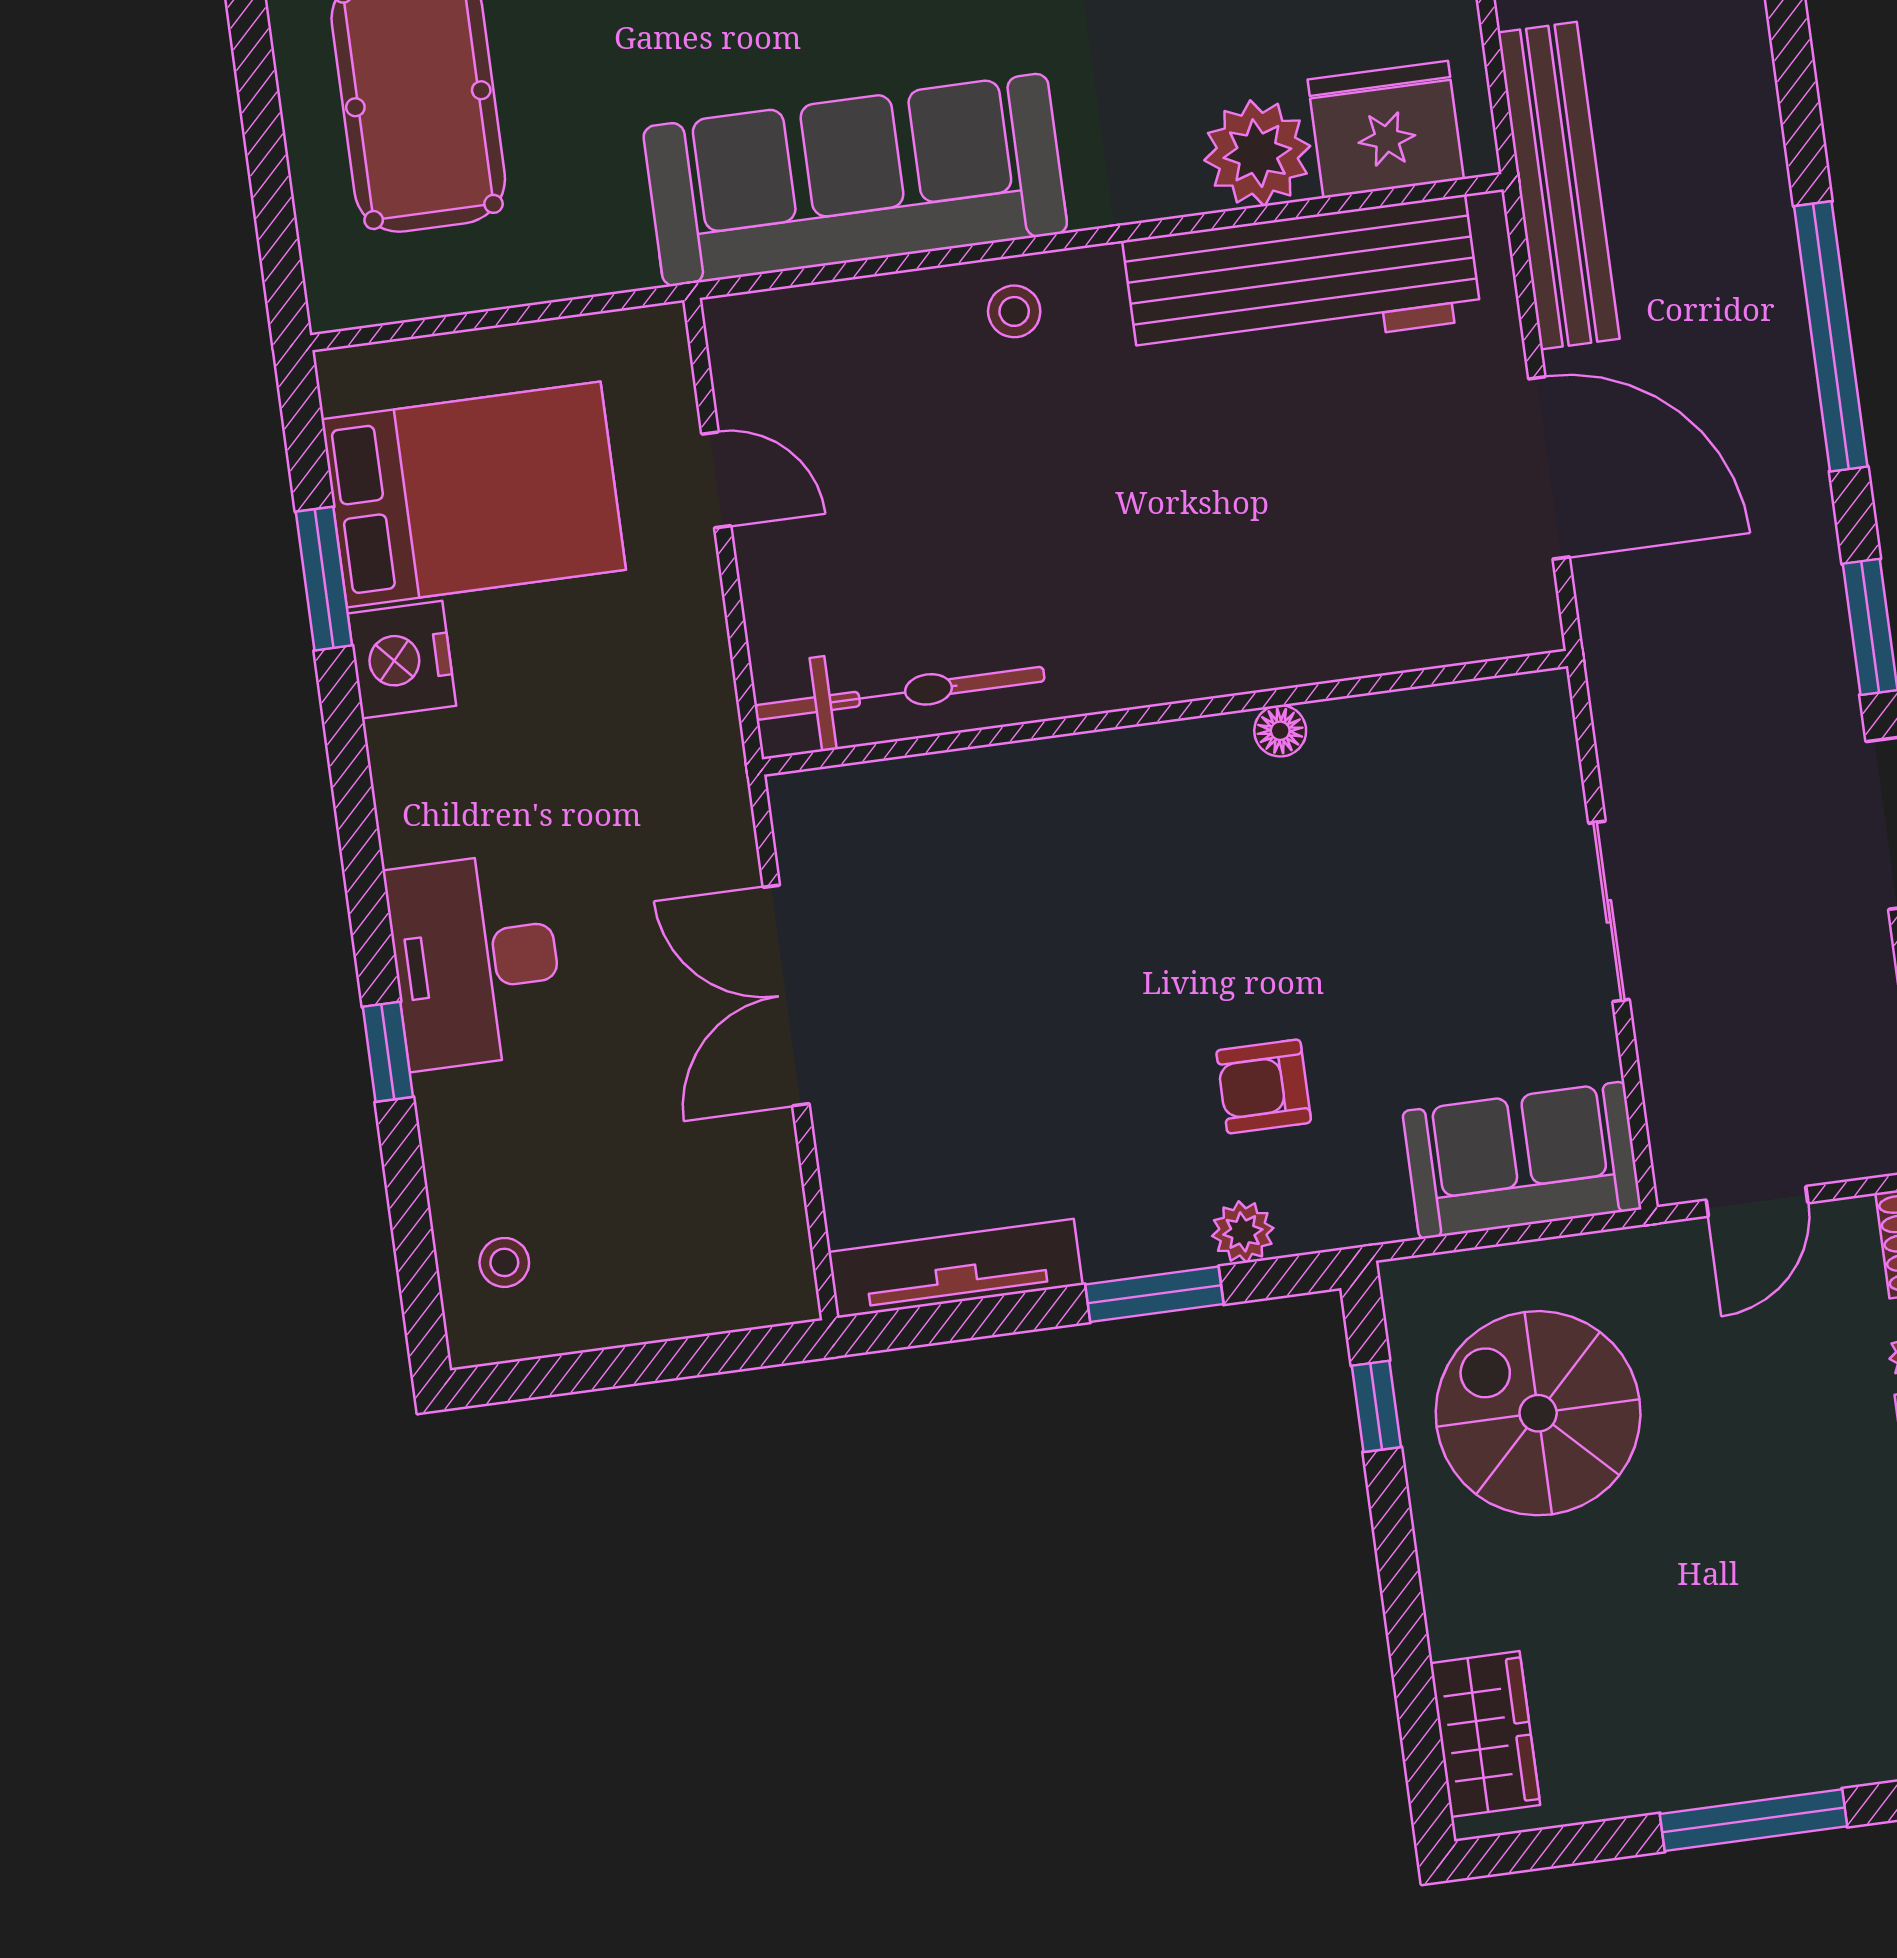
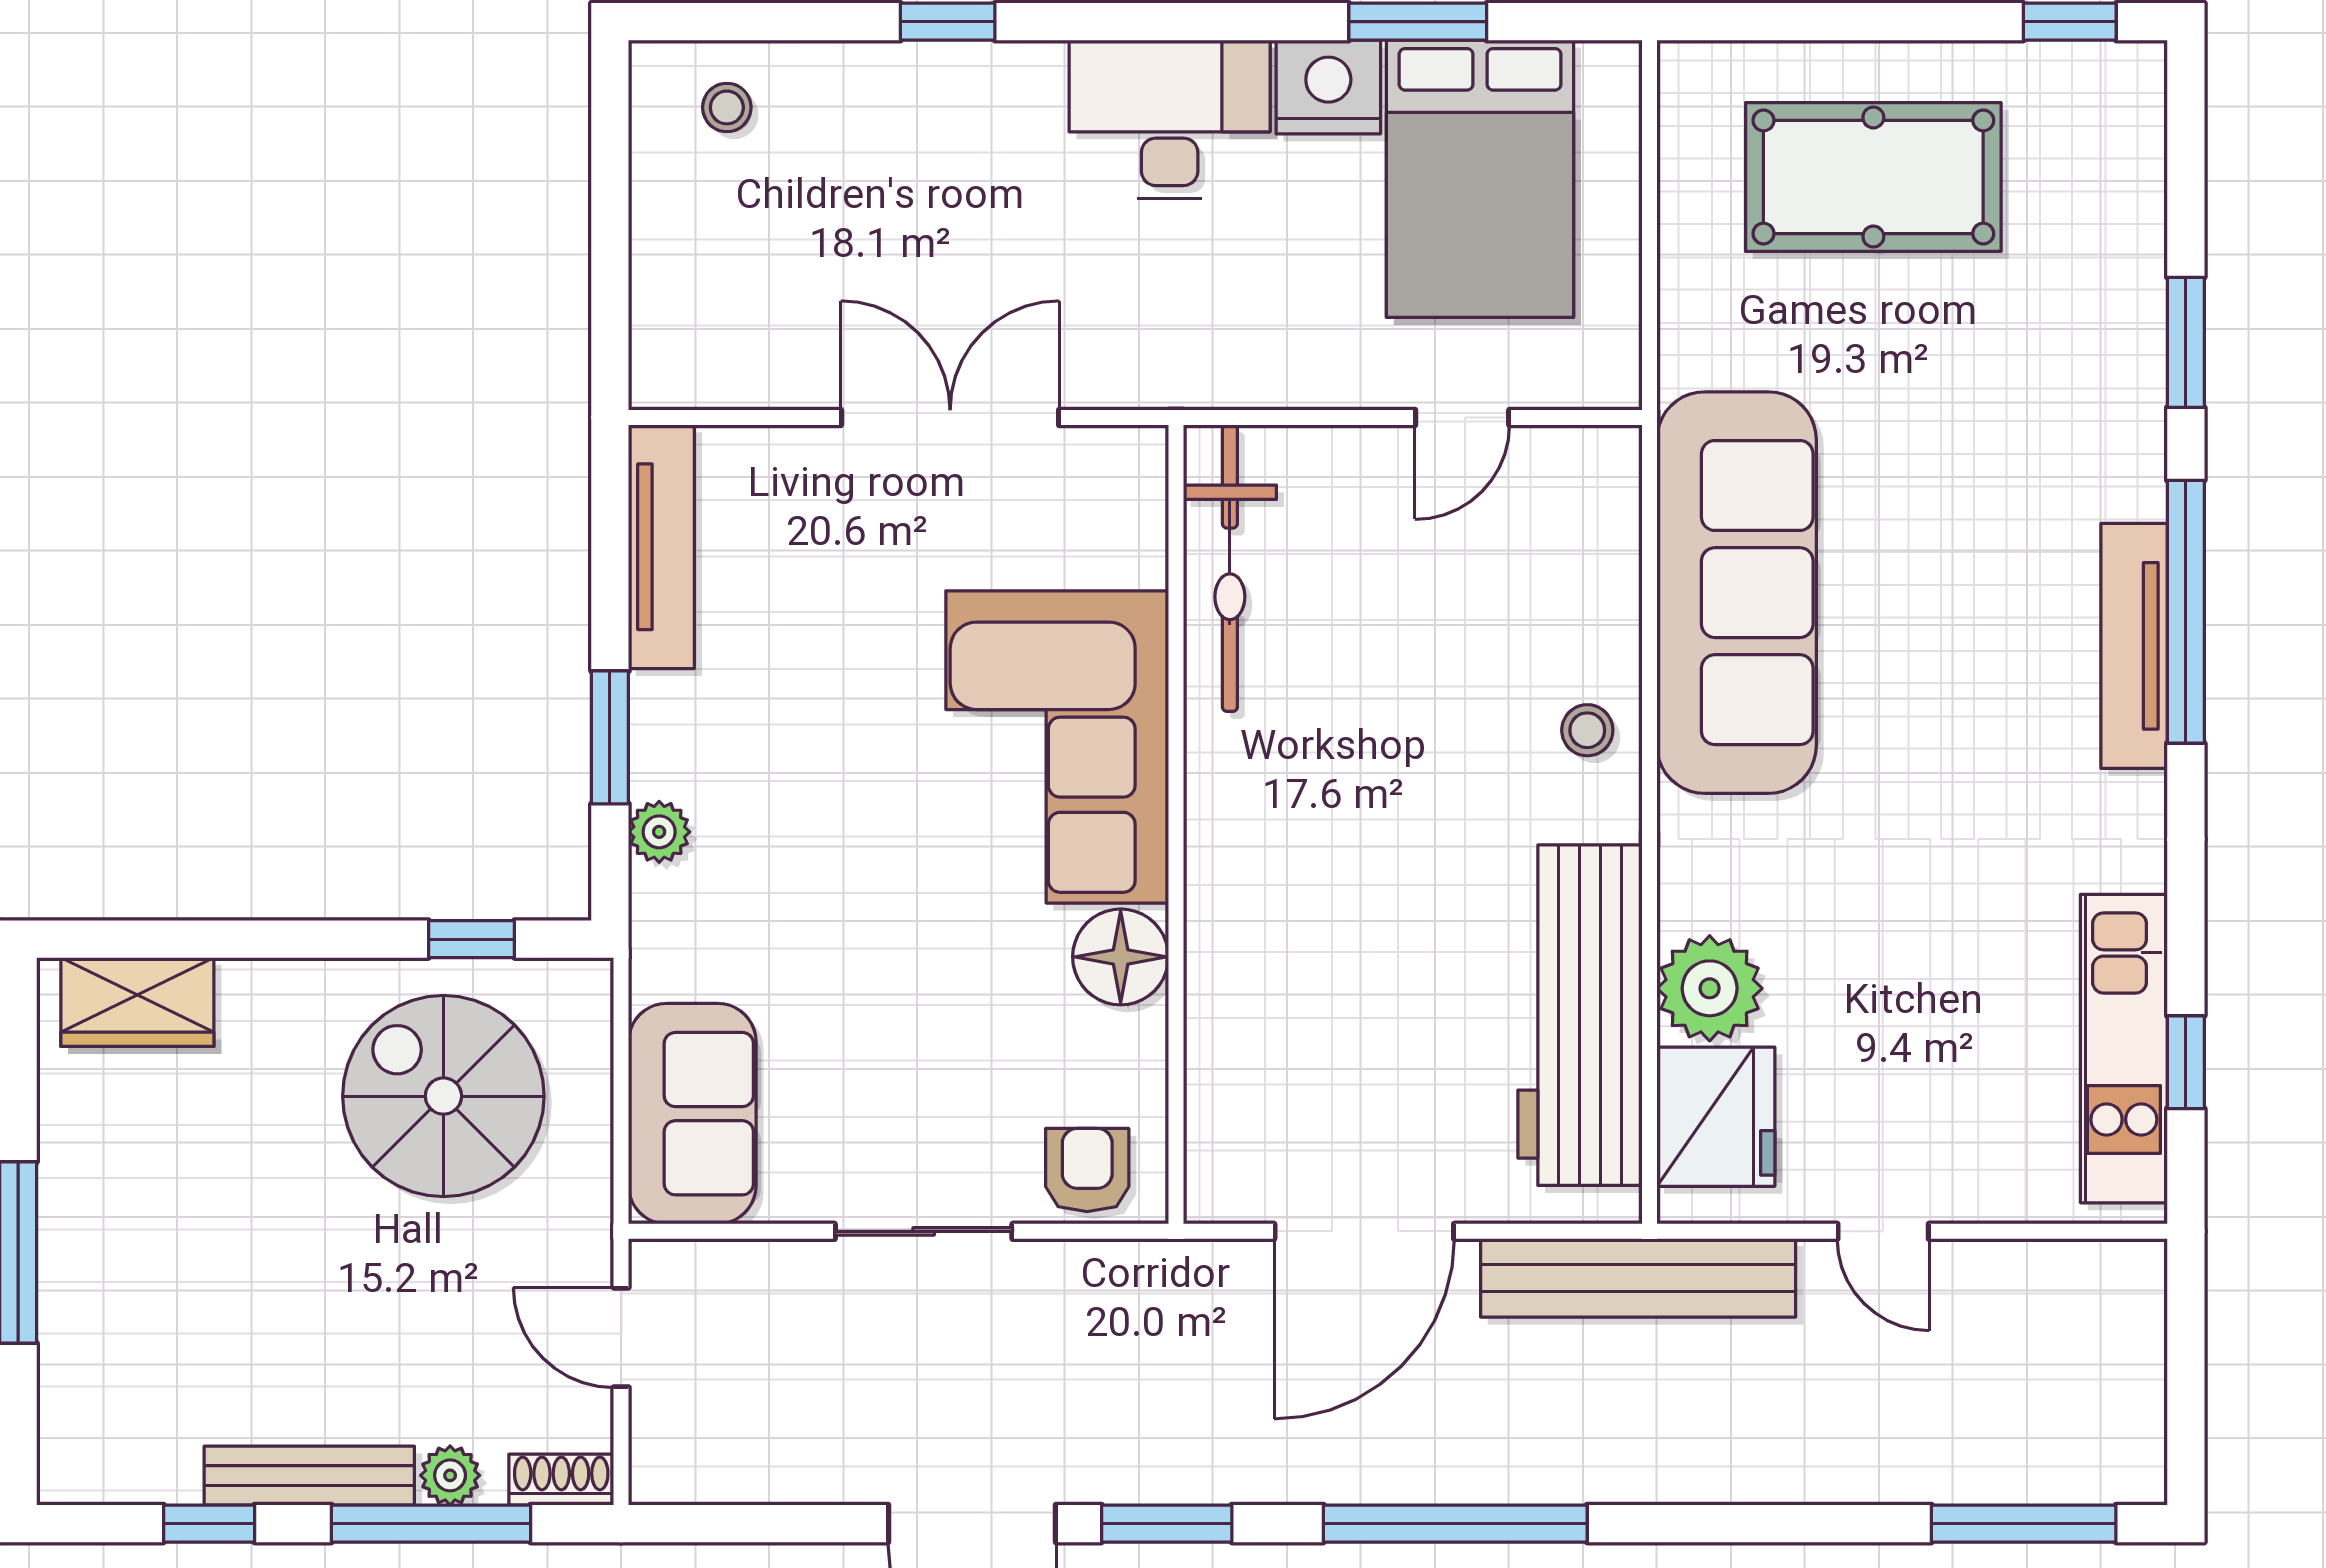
floor lamp: (1280, 731) -> (1121, 957), width x1.89, depth x1.89
corner sofa: (1103, 843) -> (1057, 747), added
desk: (476, 961) -> (1170, 119), moved
armchair: (1264, 1086) -> (1087, 1170), moved
spiral stairs: (1538, 1413) -> (443, 1096), turned -90

